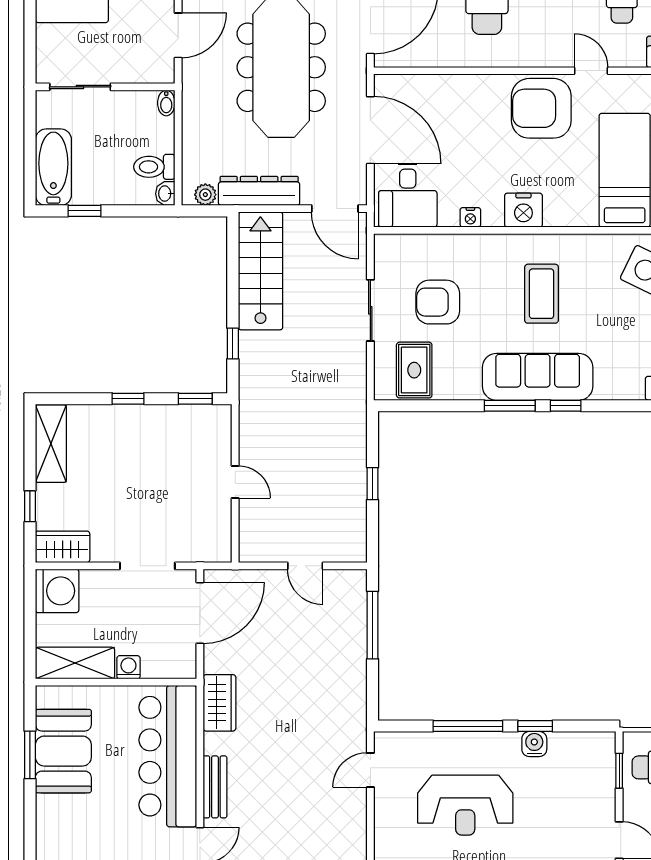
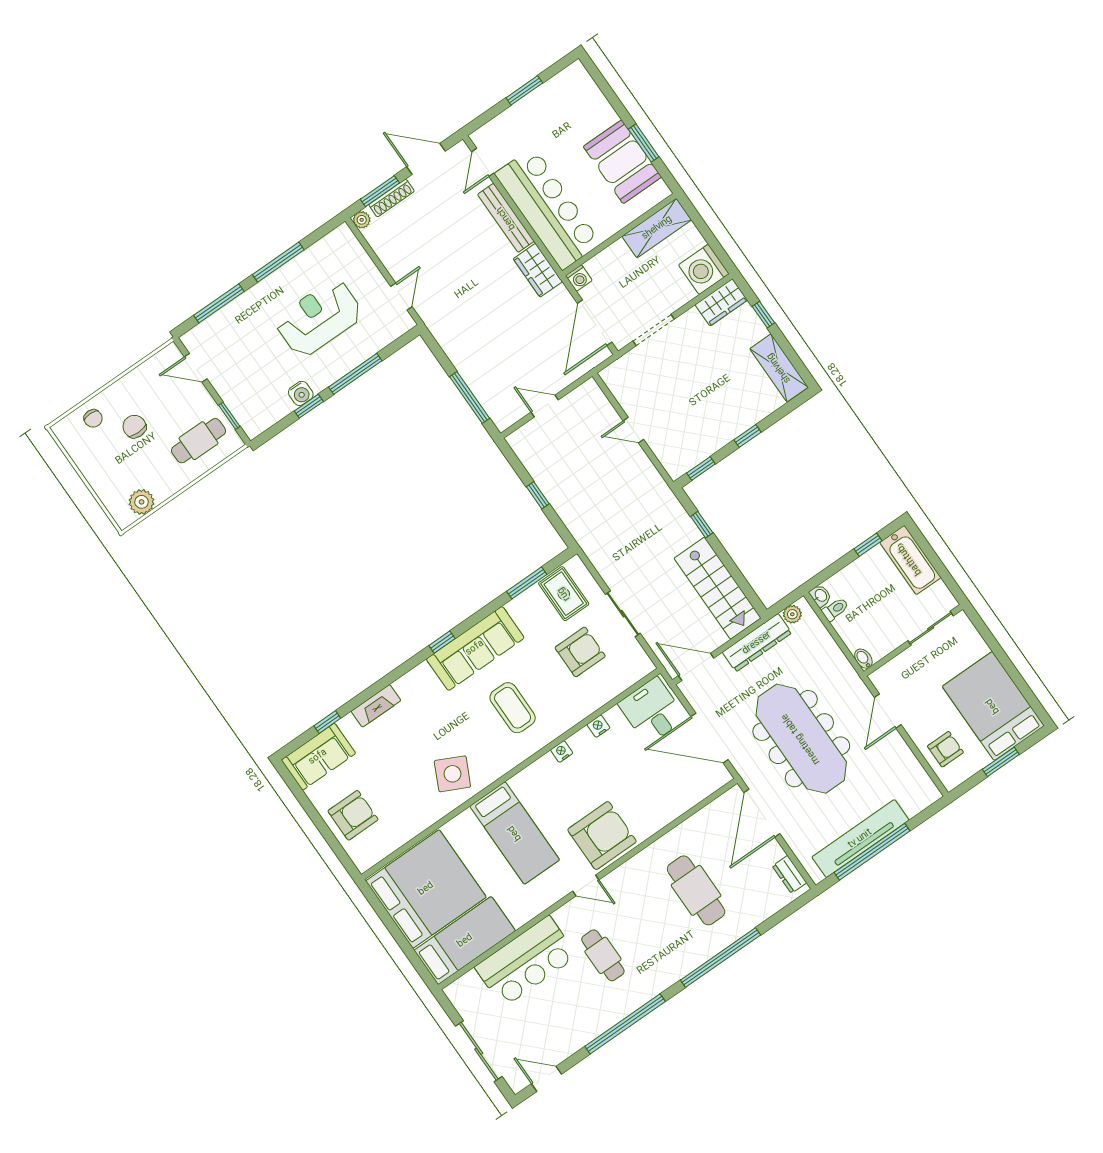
toilet: (154, 167) -> (835, 609), width x0.73, depth x0.72
nightstand: (523, 210) -> (562, 751), width x0.53, depth x0.56
window: (510, 406) -> (527, 583), moved
washing machine: (128, 667) -> (579, 278), moved
bench: (215, 787) -> (506, 218), width x1.36

